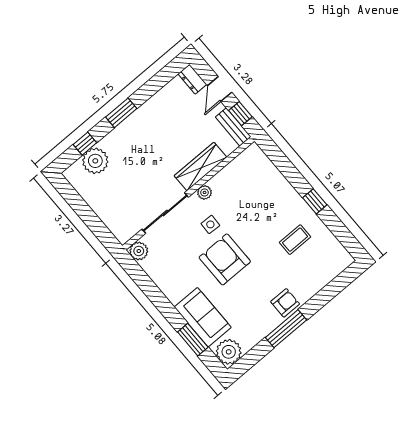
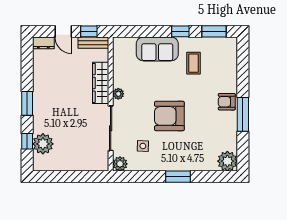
side table: (210, 224) -> (143, 146), moved
window: (342, 233) -> (214, 31), added
armchair: (285, 303) -> (227, 102), turned -90
sofa: (203, 317) -> (157, 49), moved, turned 180
window: (193, 340) -> (178, 177), moved

